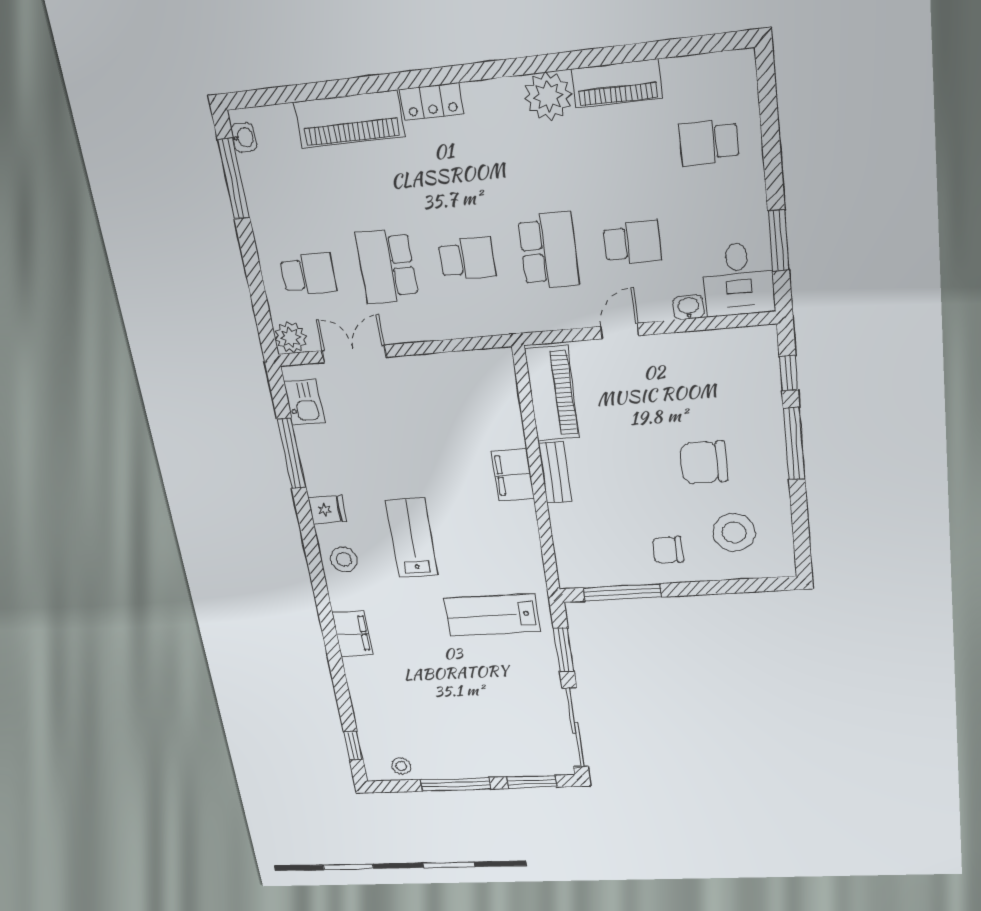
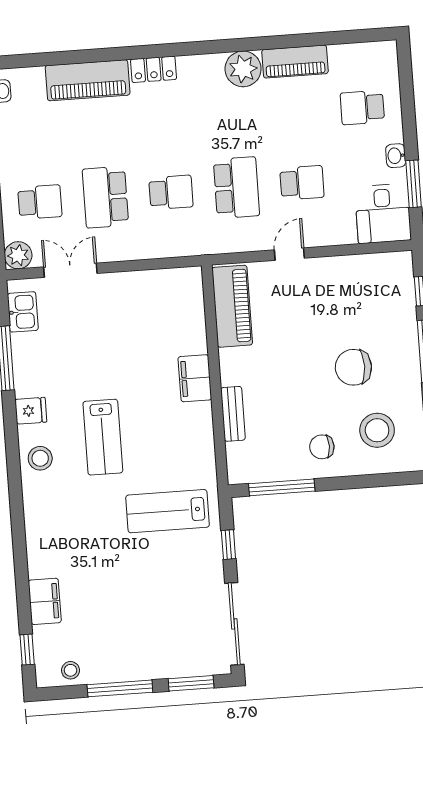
washbasin: (689, 307) -> (396, 156), moved, turned -90
bench: (555, 472) -> (233, 414), moved
lab bench: (412, 538) -> (103, 437), turned 180
filing cabinet: (353, 634) -> (45, 601), moved
window: (564, 650) -> (228, 545), width x0.67

